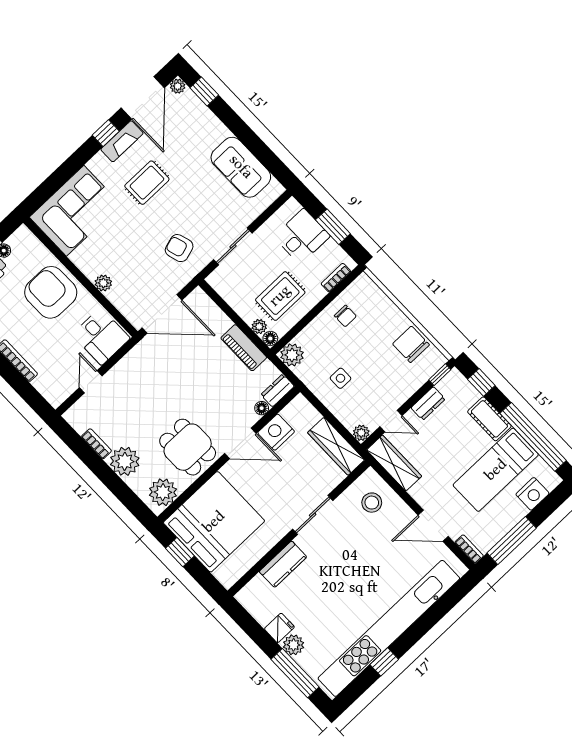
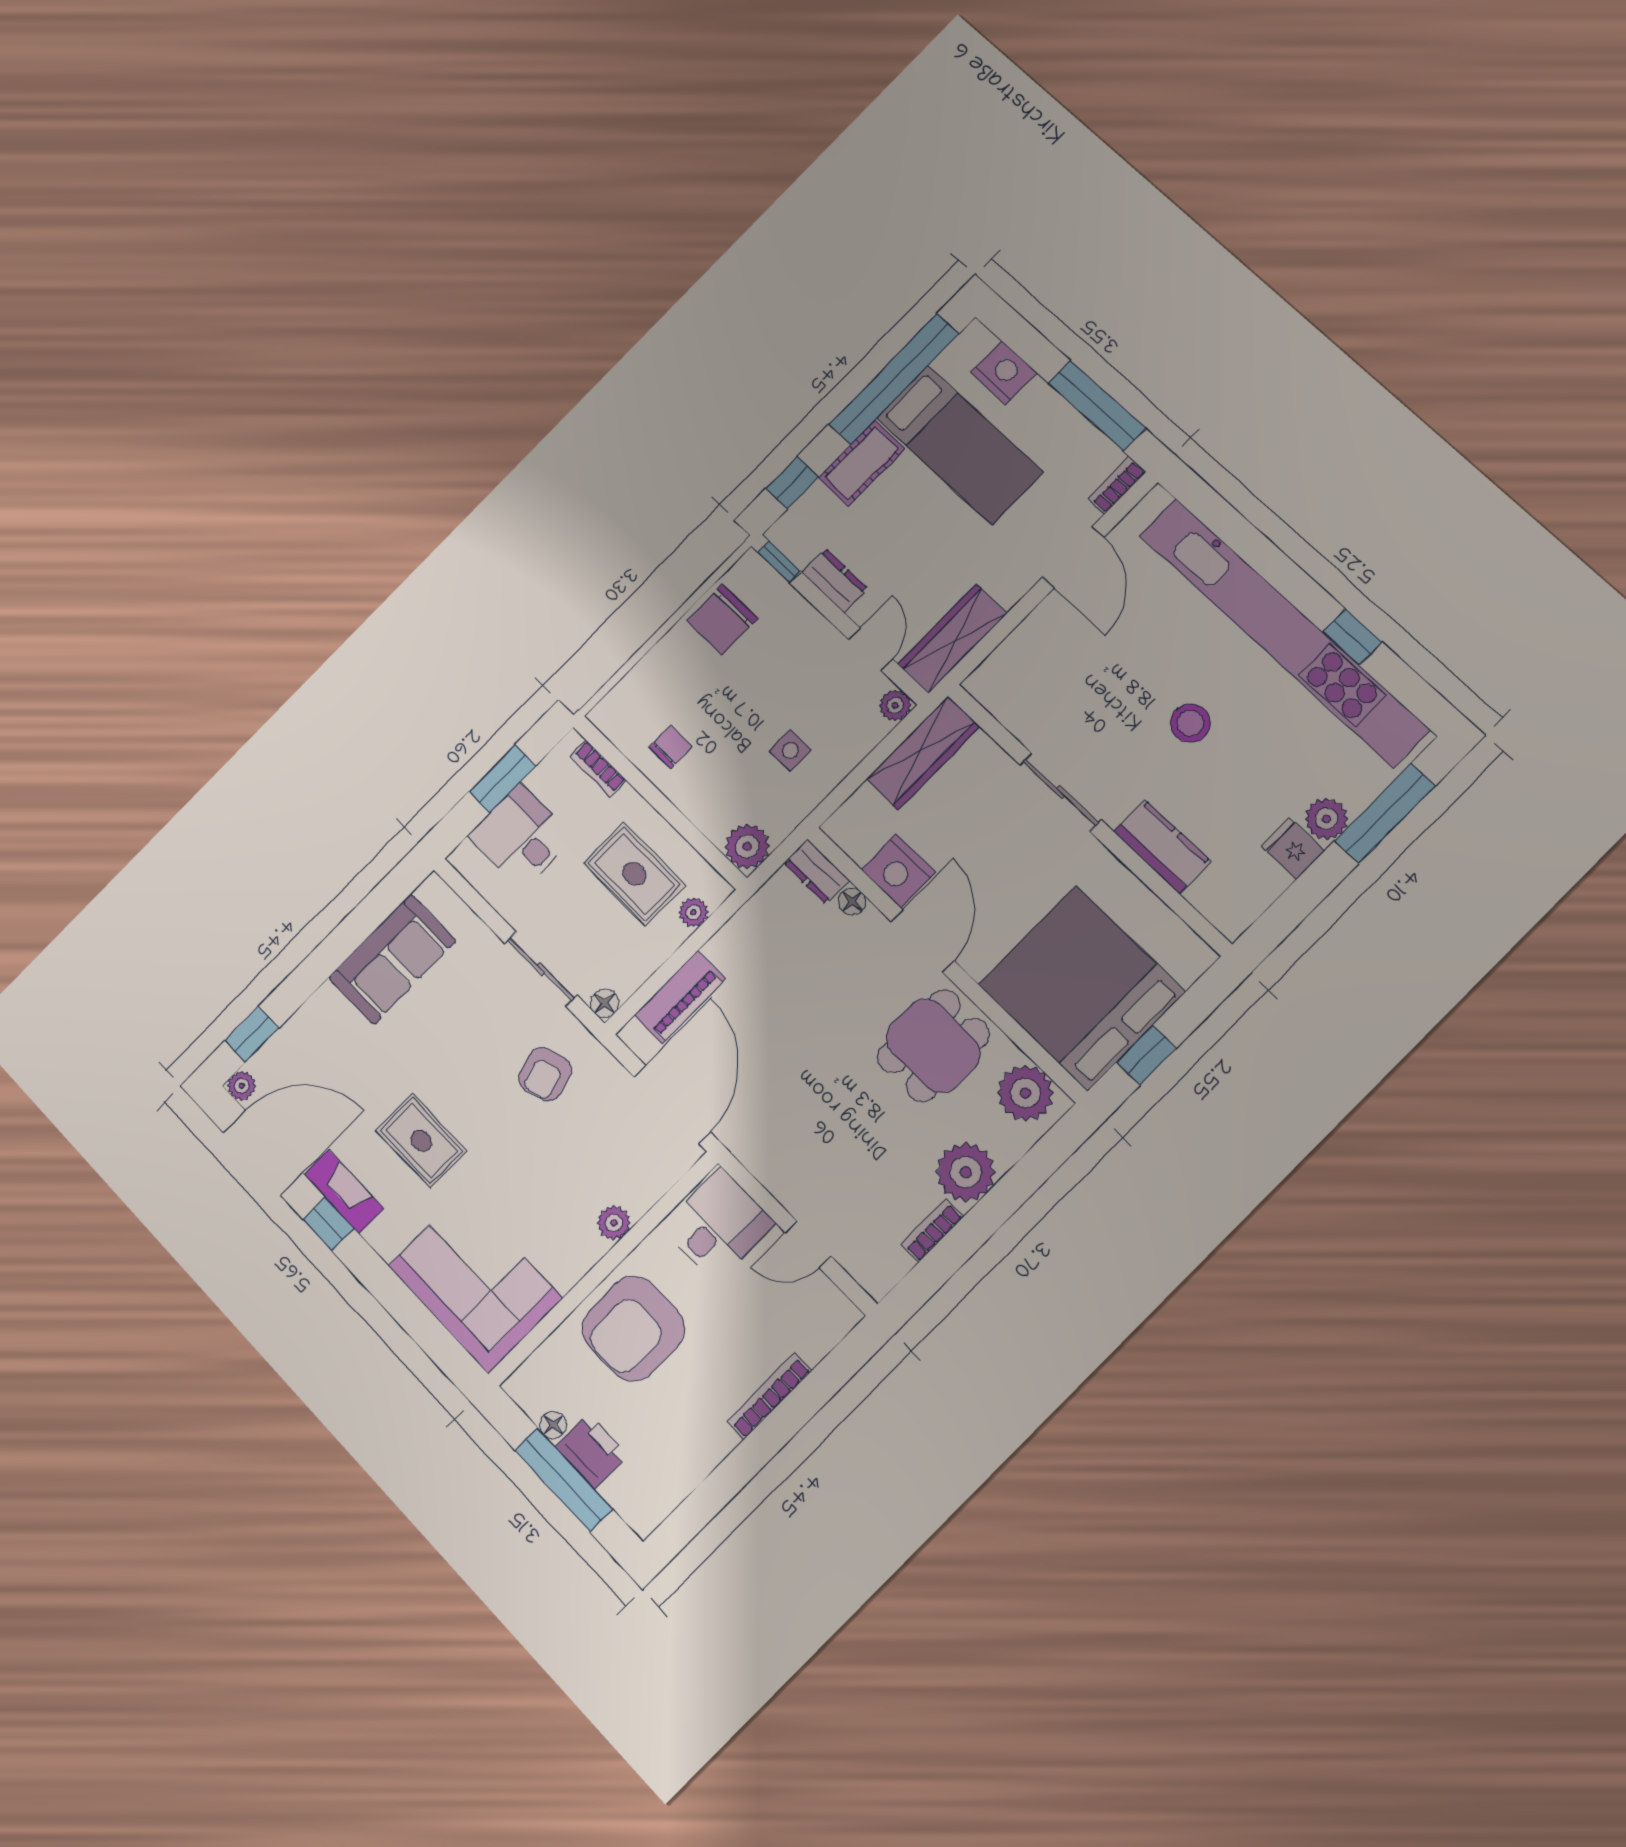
floor lamp: (270, 339) -> (605, 1003), moved
piano: (244, 348) -> (680, 997), moved
stool: (372, 503) -> (1190, 723), moved

